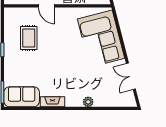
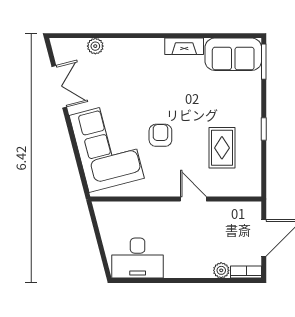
armchair: (67, 46) -> (160, 135), added
plant: (88, 102) -> (95, 46), moved

